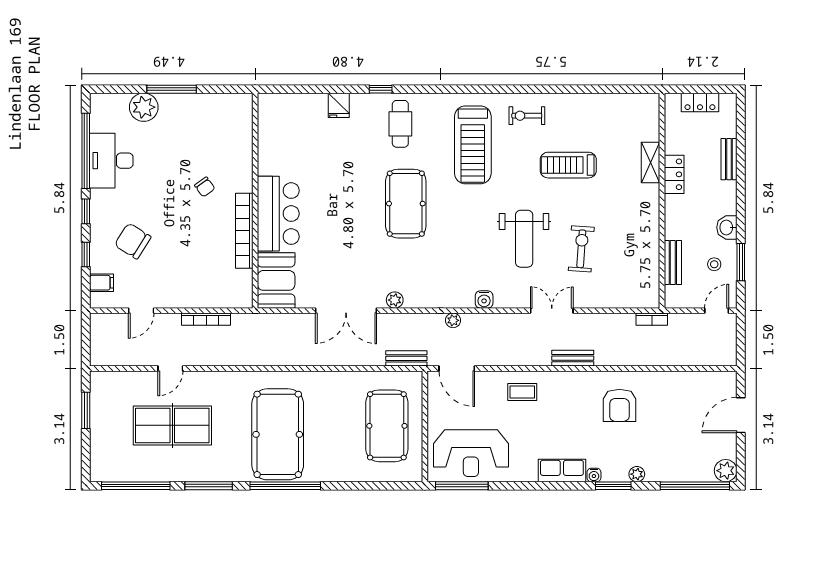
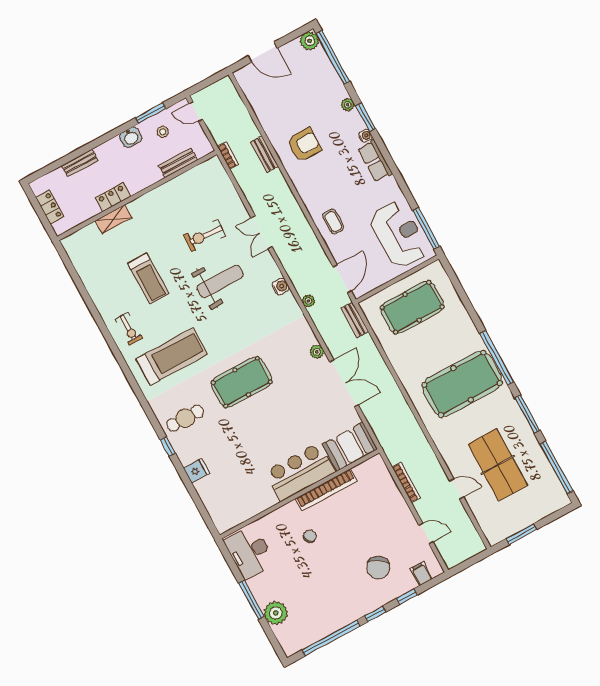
desk: (111, 161) -> (250, 552), moved, turned 90
bench: (573, 358) -> (264, 154), moved

